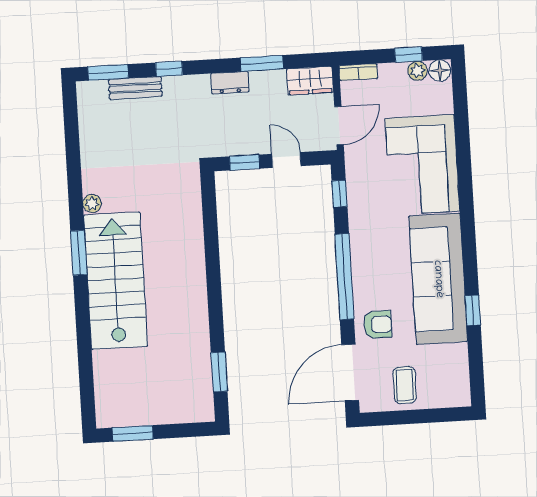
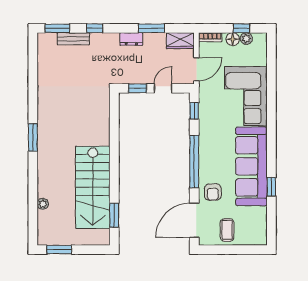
floor lamp: (440, 71) -> (233, 39), moved
door: (286, 160) -> (163, 88), hinge flipped
plant: (92, 204) -> (43, 204), moved
stairs: (116, 281) -> (93, 187), moved, turned 180
armchair: (378, 325) -> (213, 192), turned 90

